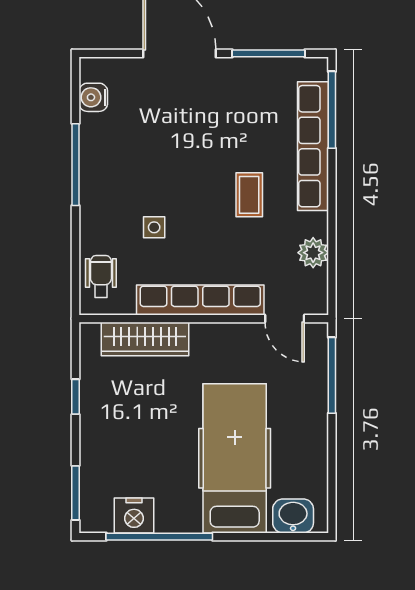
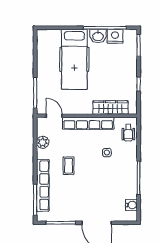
washbasin: (293, 516) -> (98, 36), moved

